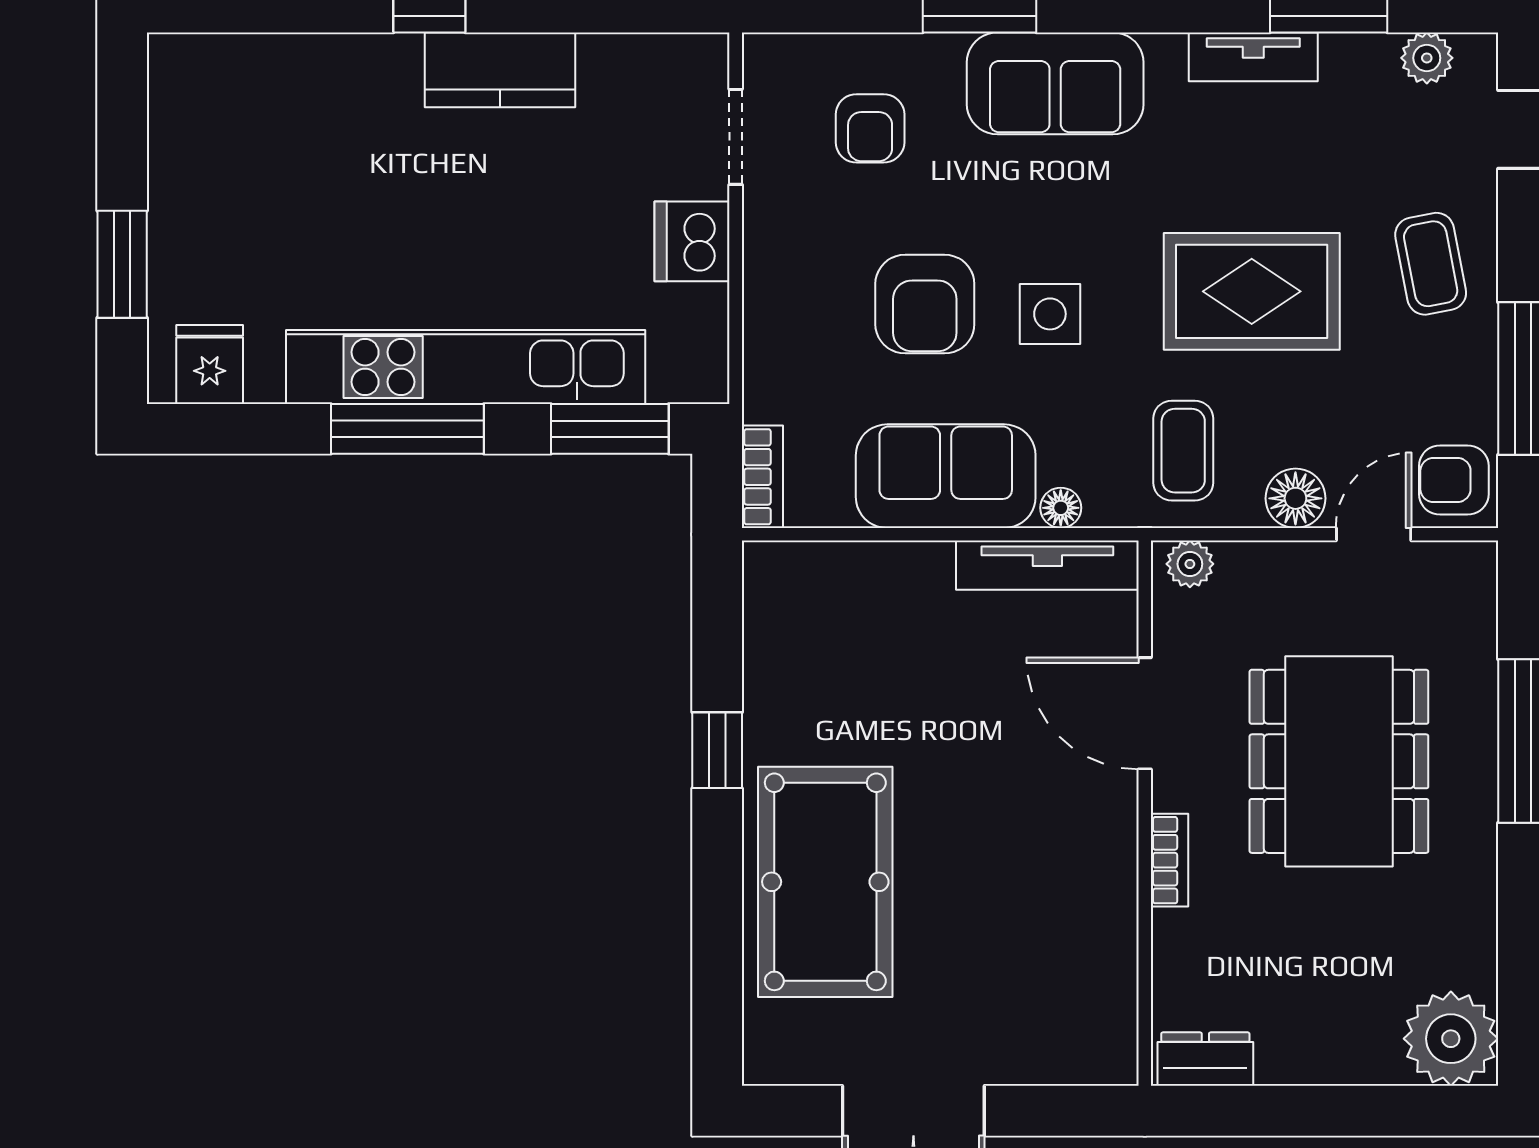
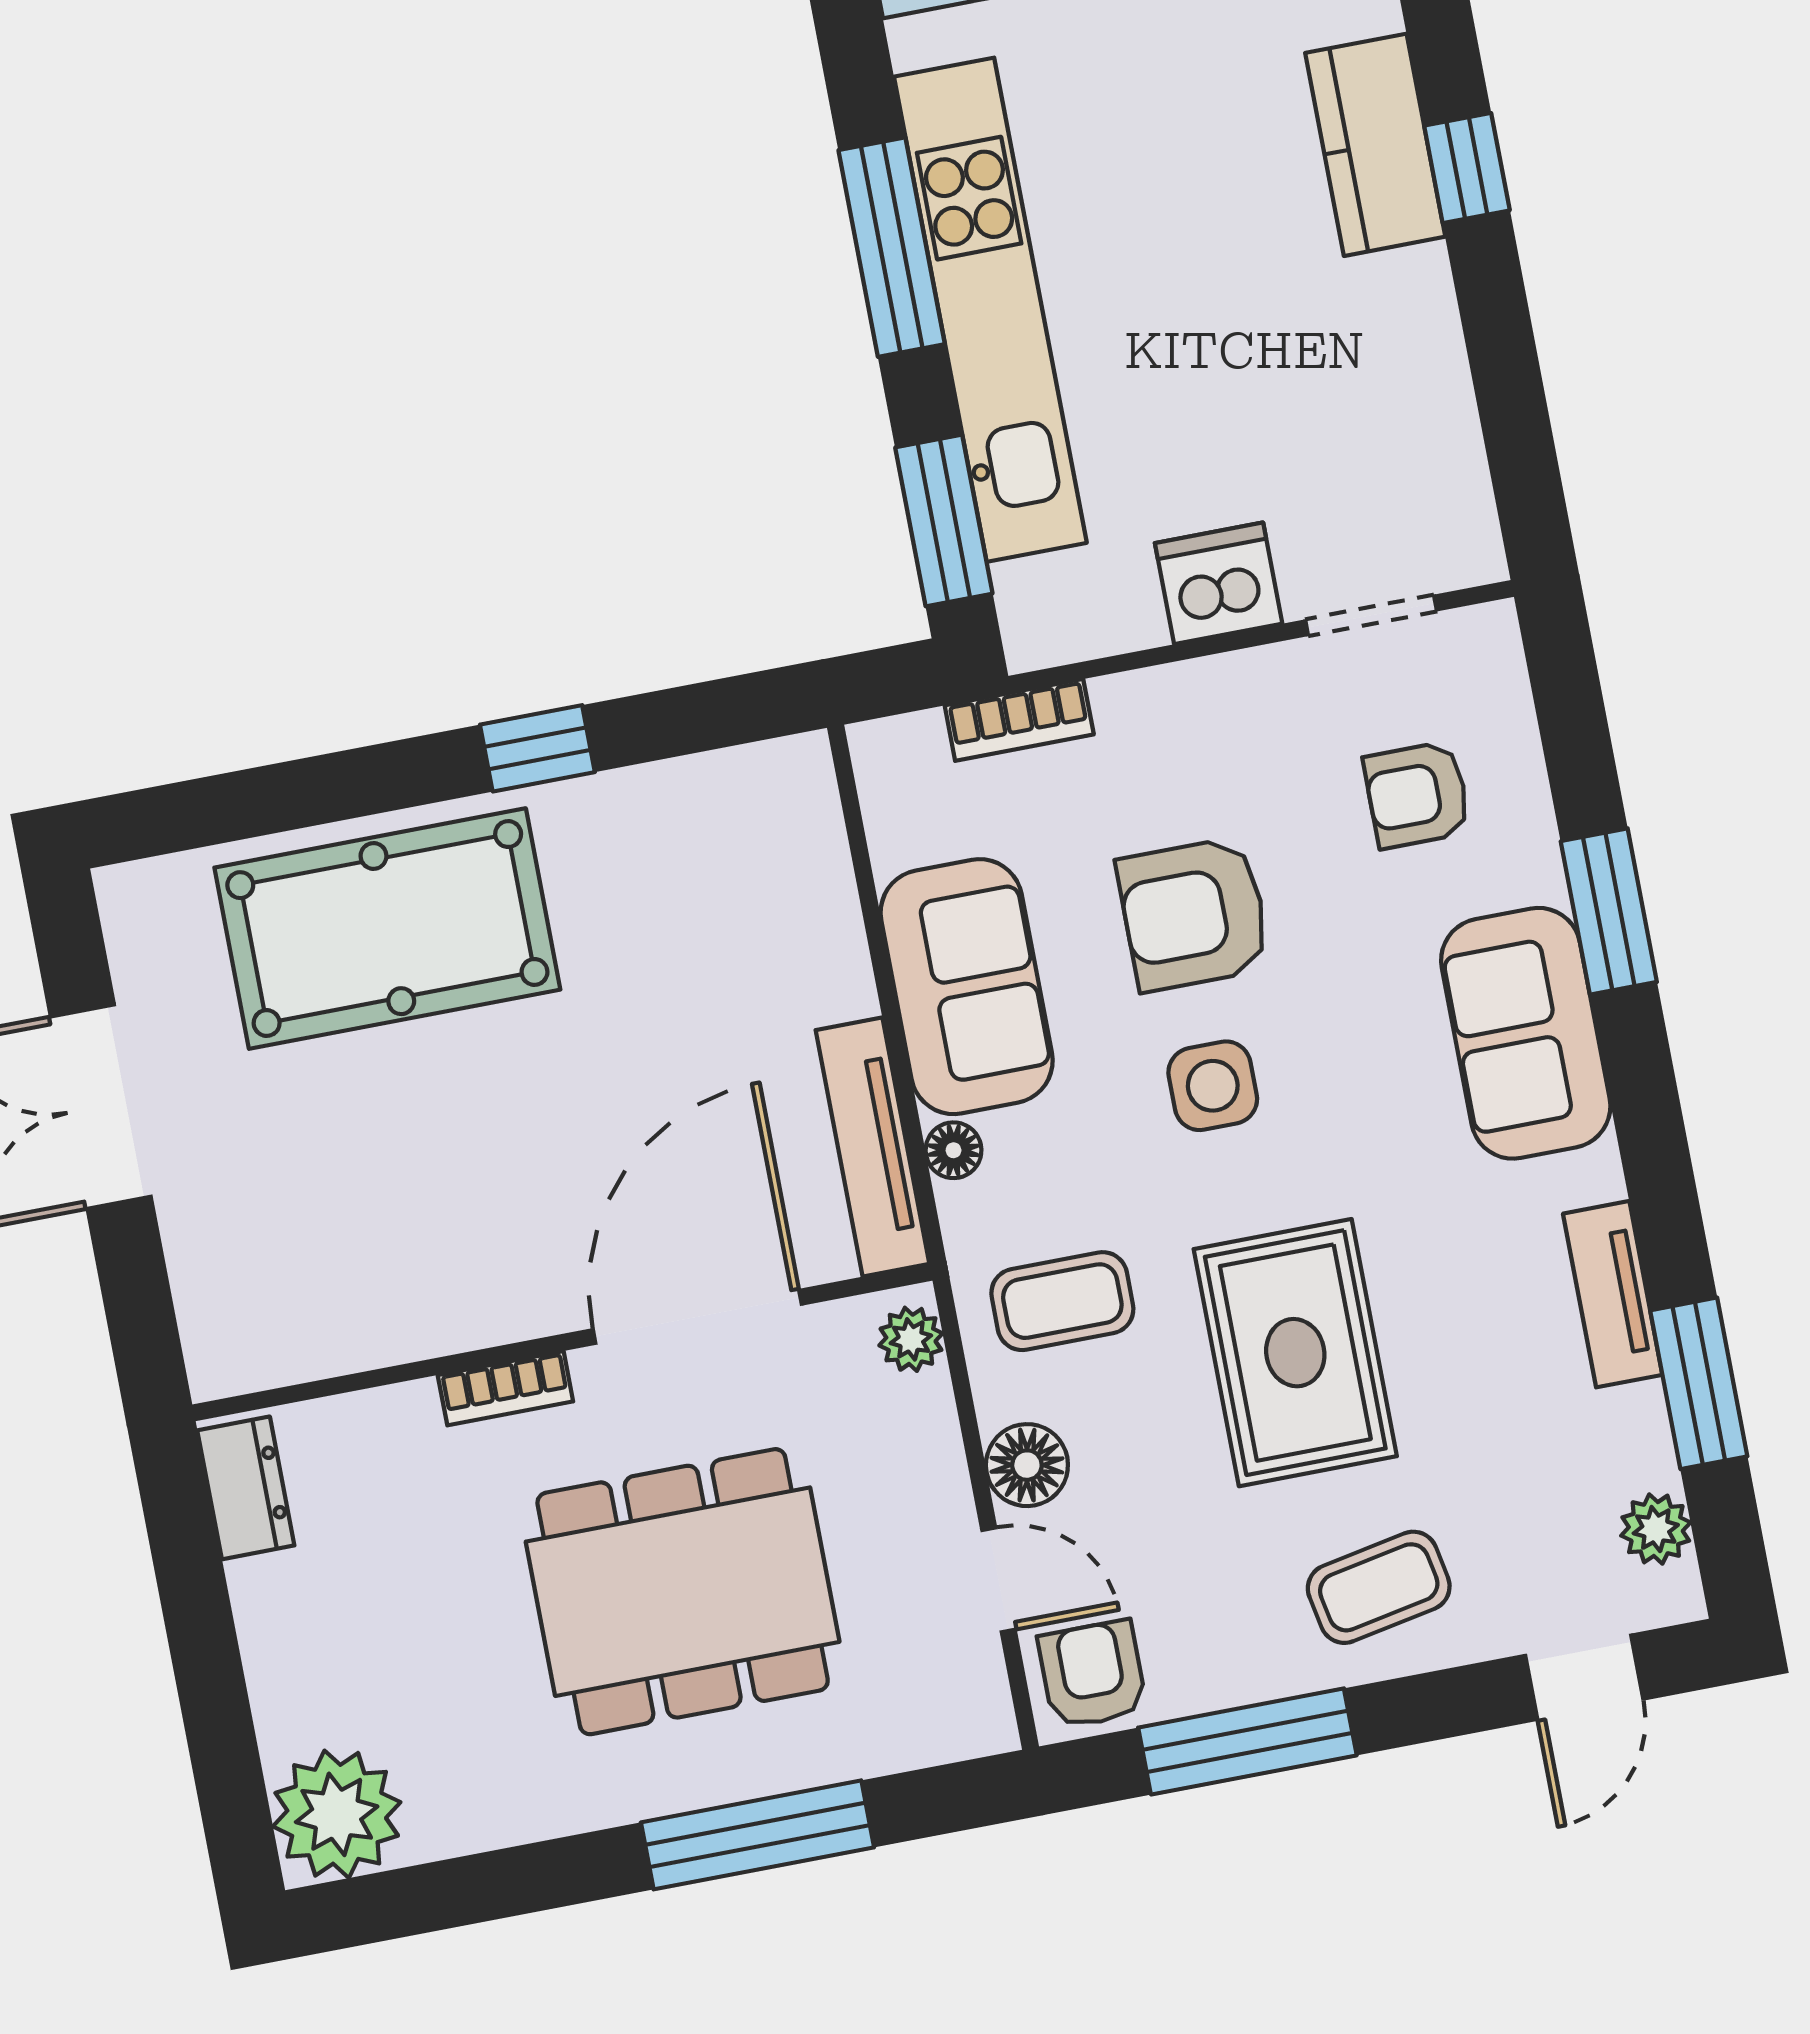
kitchen counter: (500, 70) -> (1375, 145), moved
bookcase: (762, 477) -> (1019, 720), moved
door: (1145, 713) -> (697, 1317), width x1.36

